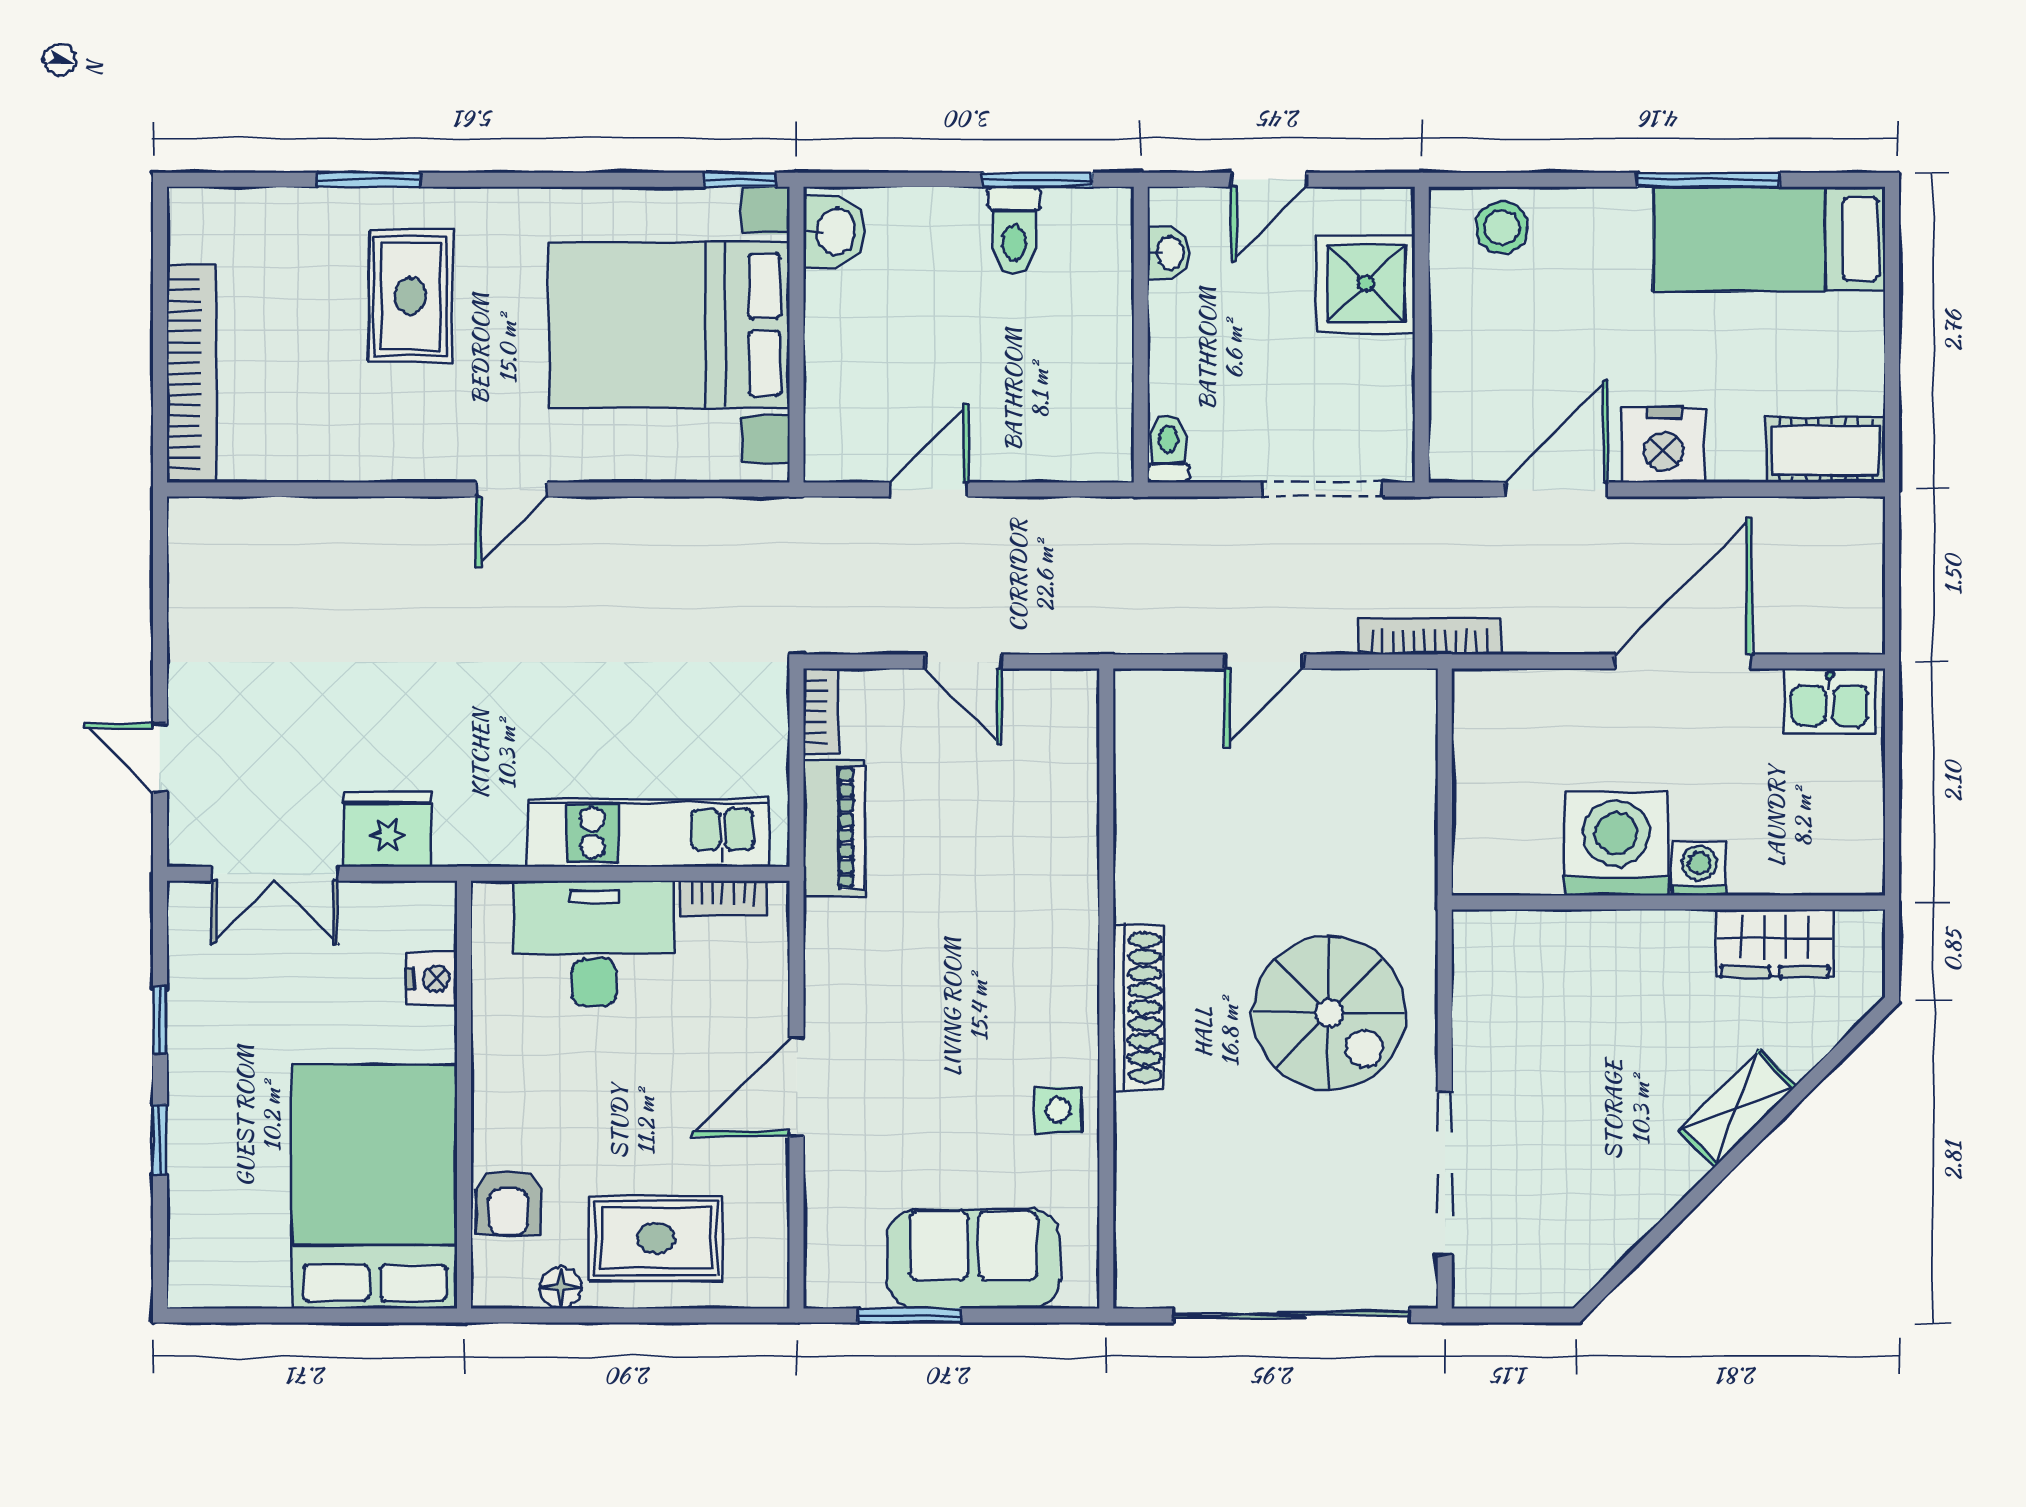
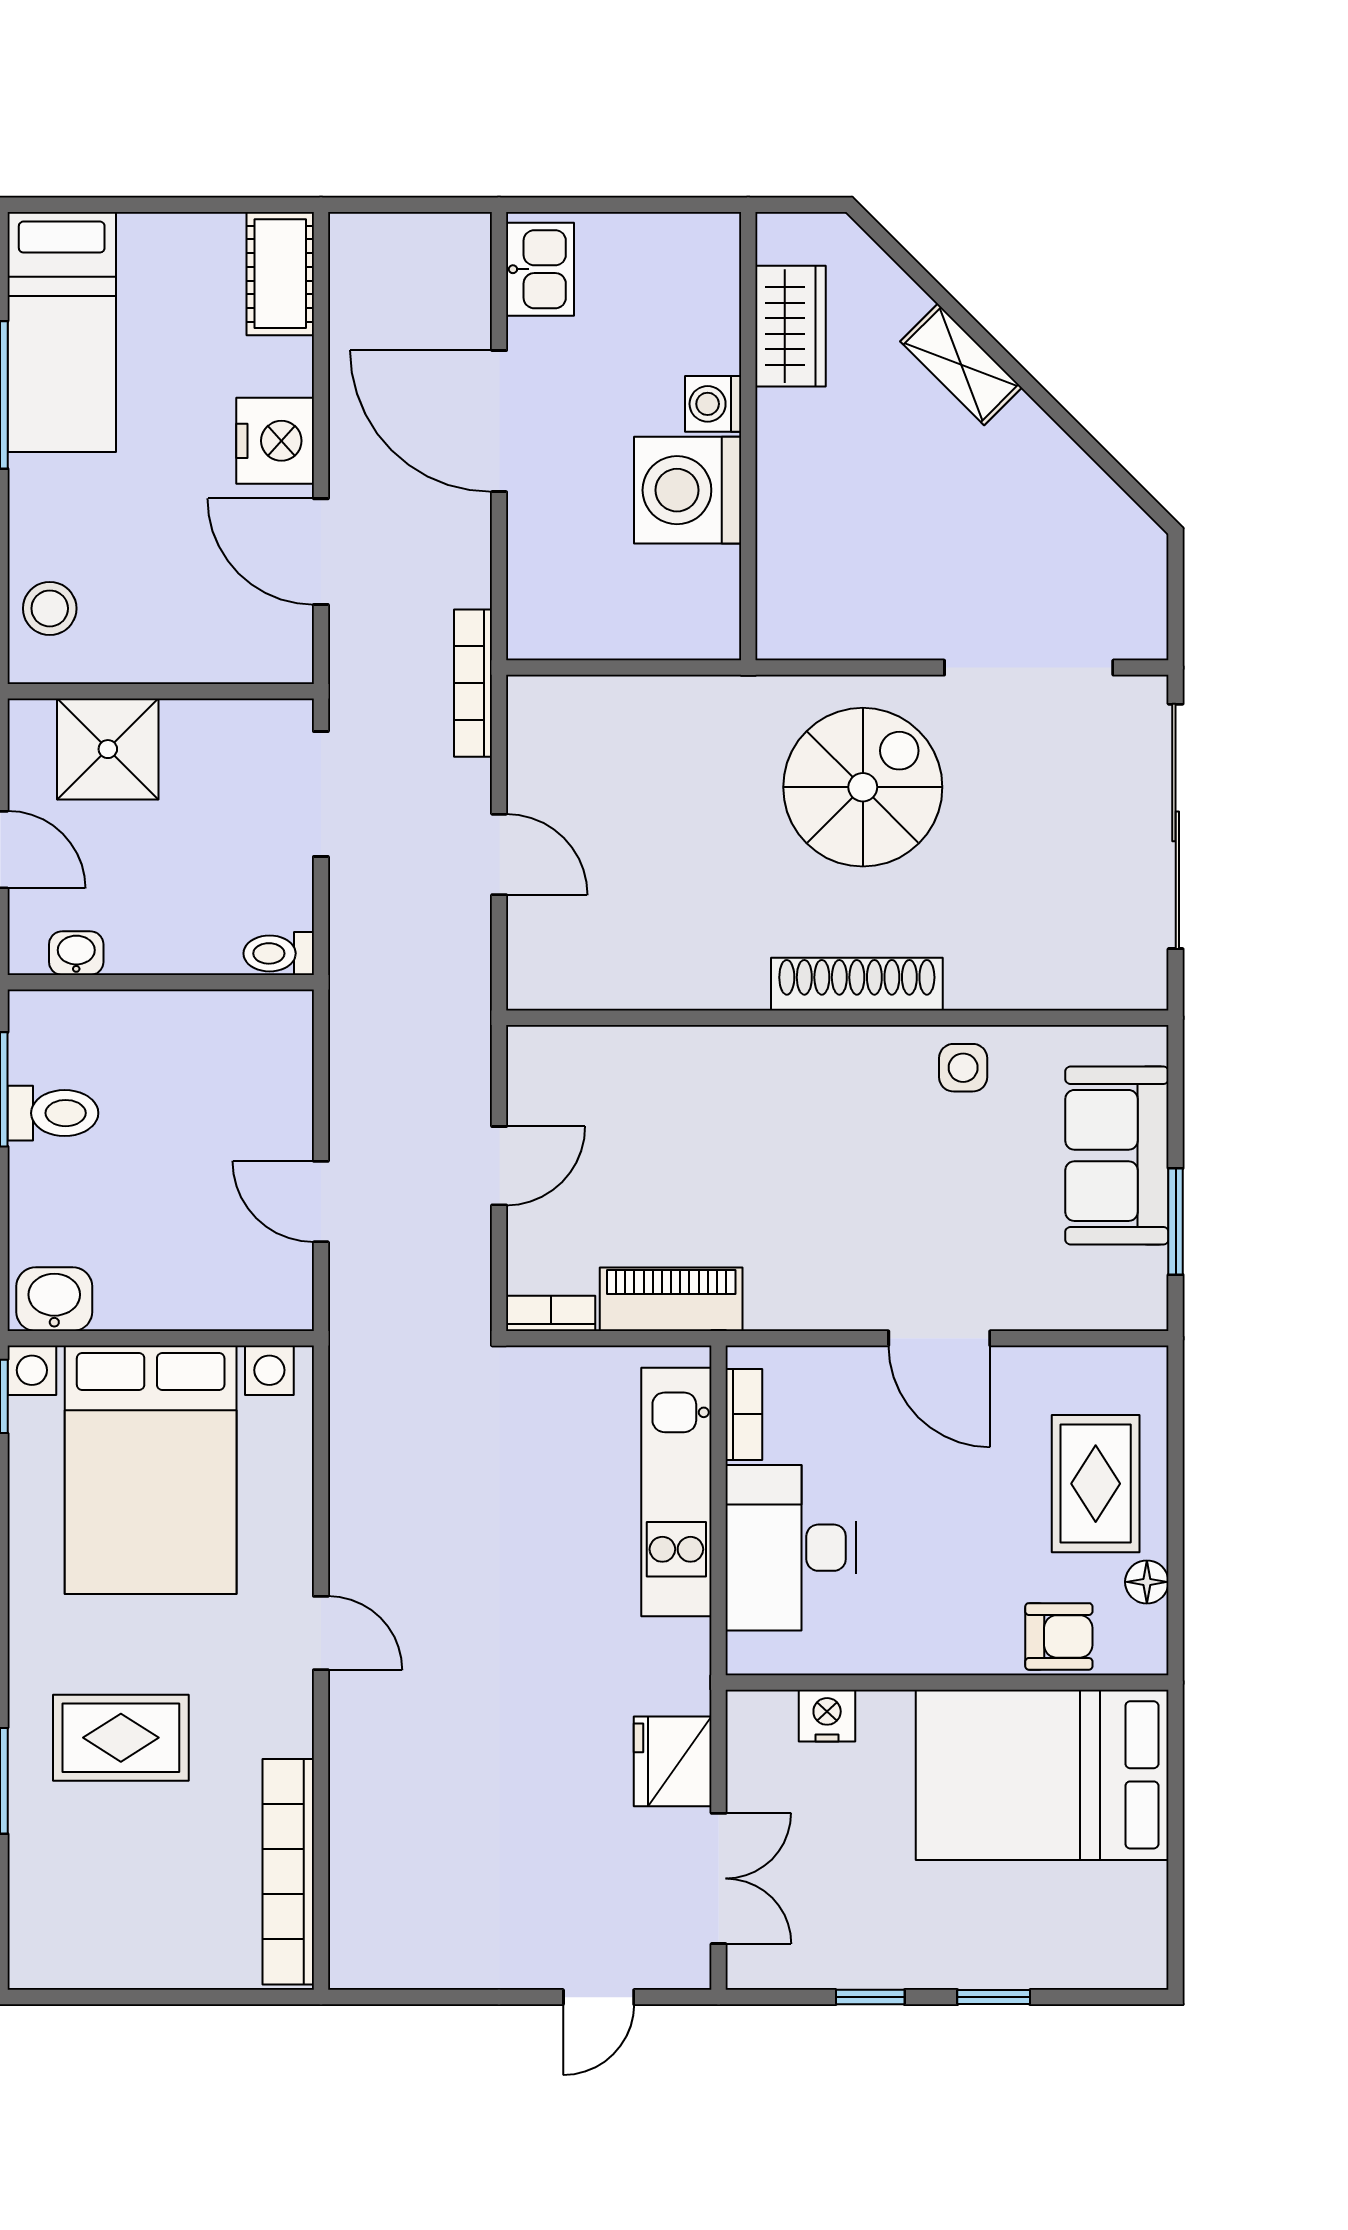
bookcase: (192, 374) -> (288, 1872), moved, turned -90

